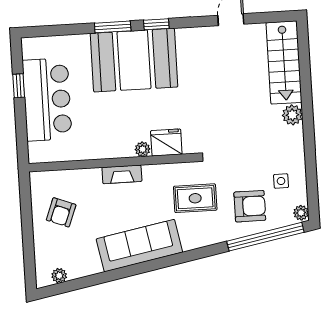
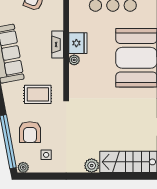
fridge: (166, 142) -> (78, 43), moved
rug: (195, 198) -> (38, 94), turned 90

